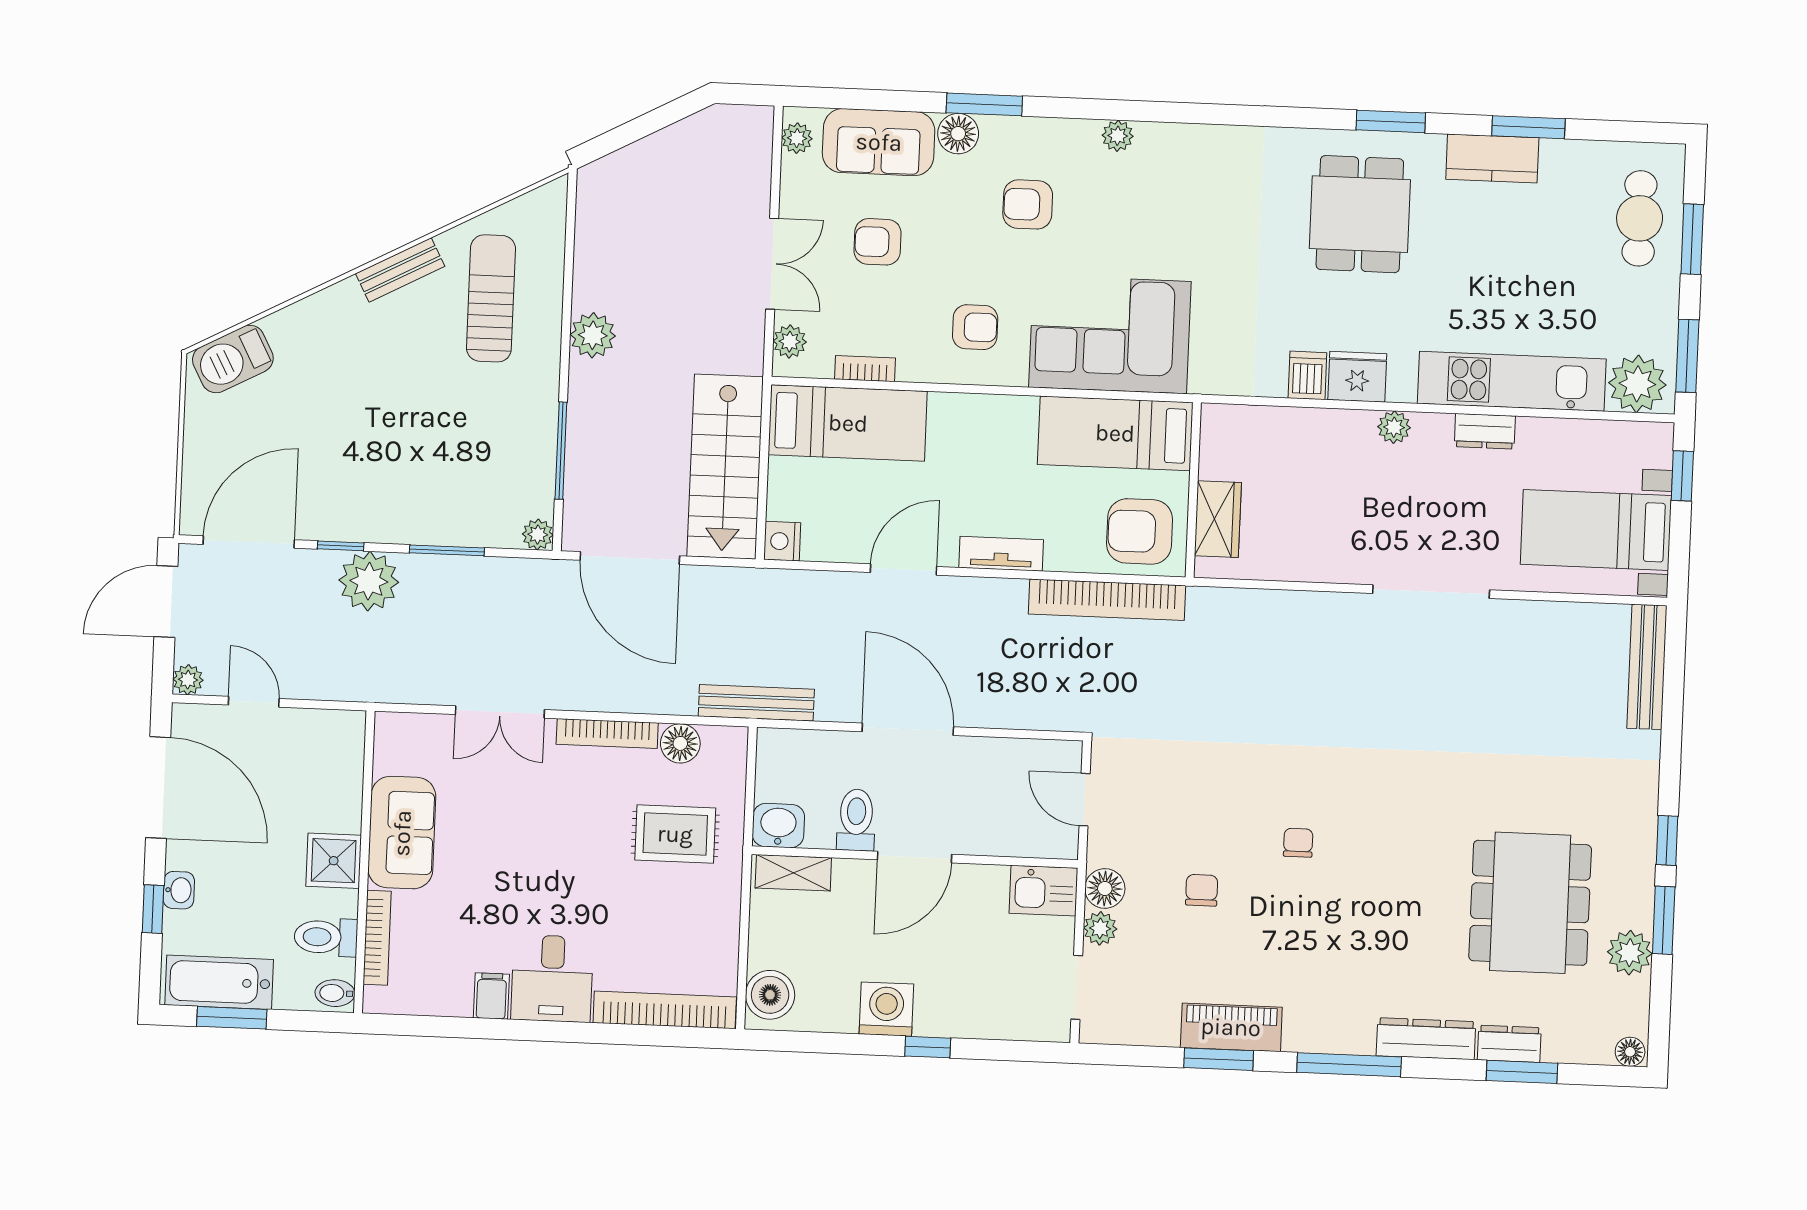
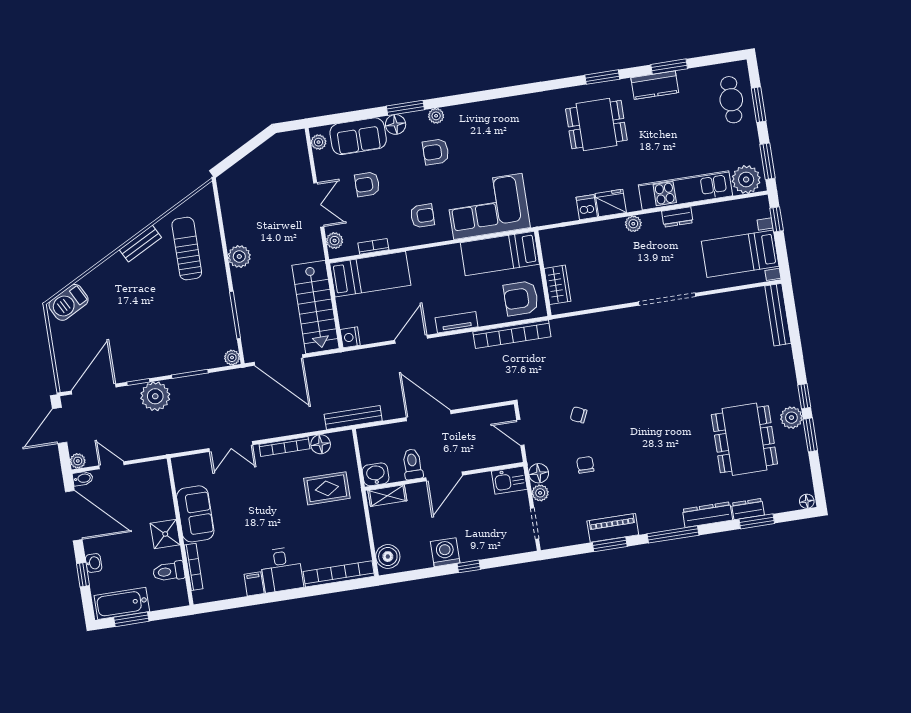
plant: (1118, 136) -> (436, 116), moved
dining table: (1360, 214) -> (596, 125), turned 90
chair: (1298, 843) -> (579, 415), moved, turned -65
plant: (1630, 953) -> (791, 418), moved
bidet: (335, 993) -> (83, 478), moved, turned 180

